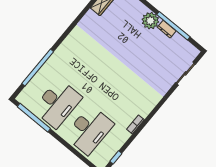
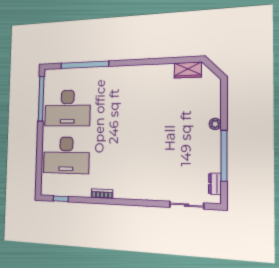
plant: (150, 21) -> (215, 124), width x0.53, depth x0.53
dresser: (167, 29) -> (215, 184), moved

